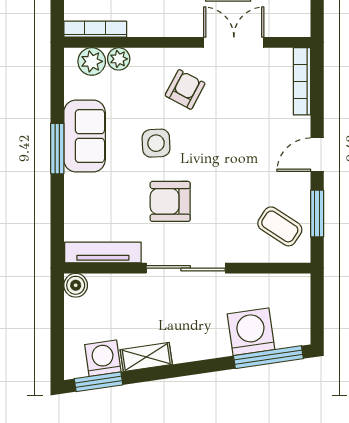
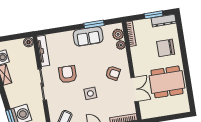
side table: (156, 143) -> (90, 93), moved
window: (57, 149) -> (94, 24), moved

